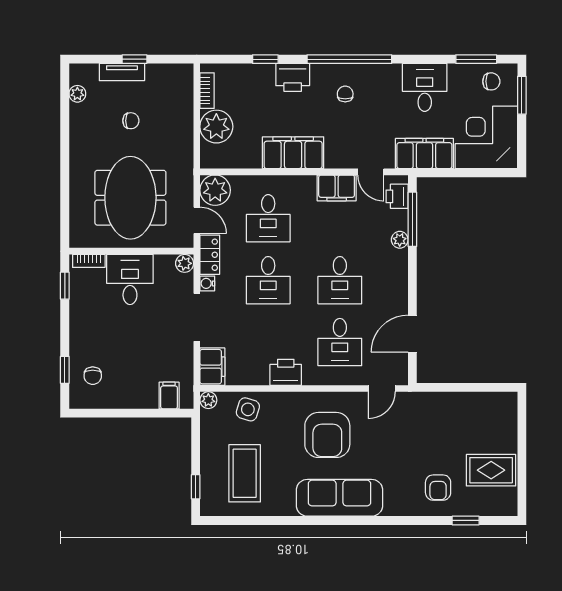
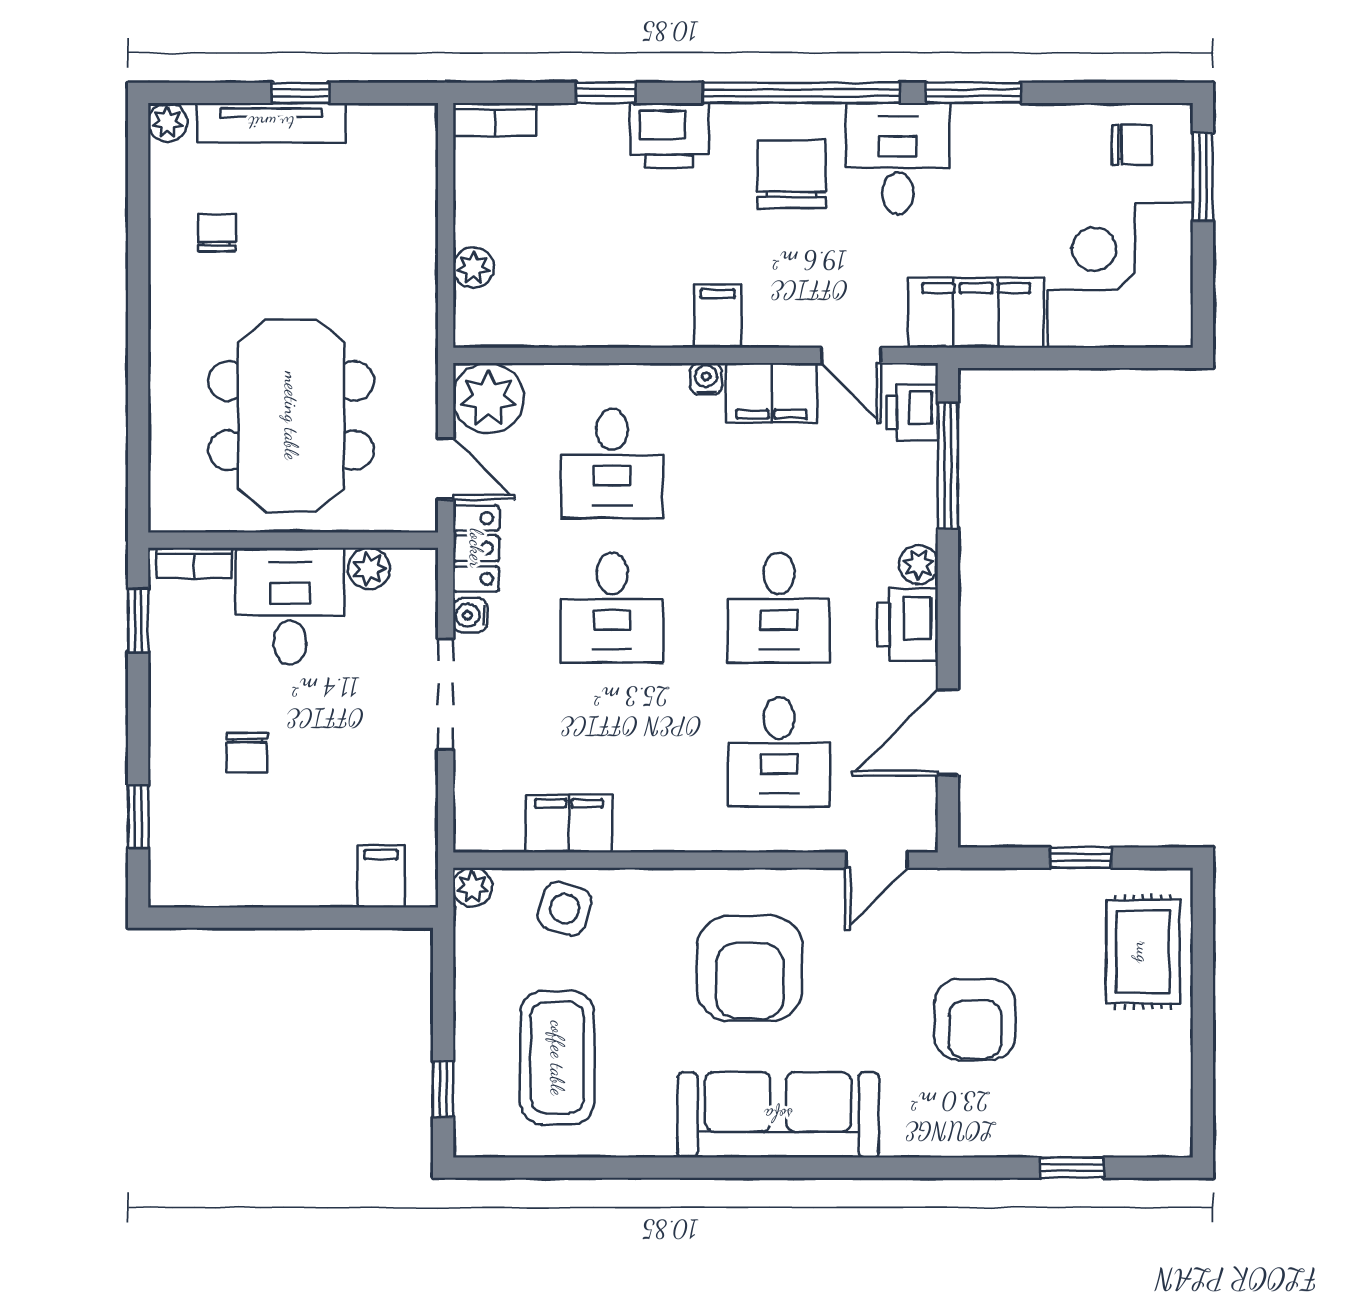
window: (476, 59) -> (974, 93), moved
tv unit: (122, 72) -> (271, 123), width x1.41
desk: (425, 87) -> (898, 159), moved
bookcase: (207, 91) -> (495, 119), moved, turned 90
plant: (77, 94) -> (168, 122), moved
chair: (345, 94) -> (791, 174), width x1.87, depth x1.87
chair: (131, 121) -> (217, 233), moved, turned -90
plant: (216, 127) -> (473, 268), width x0.53, depth x0.53
filing cabinet: (293, 153) -> (718, 316), width x0.33, depth x0.86
water cooler: (309, 182) -> (706, 379), added
plant: (400, 240) -> (918, 565), moved
plant: (185, 263) -> (369, 569), moved
filing cabinet: (212, 367) -> (569, 824), moved, turned -90
printer: (286, 372) -> (908, 625), moved, turned -90
chair: (93, 376) -> (247, 753), moved
window: (469, 387) -> (1081, 858), added
rug: (491, 470) -> (1143, 952), moved, turned 90
armchair: (438, 488) -> (975, 1020), moved, width x1.38, depth x1.38

